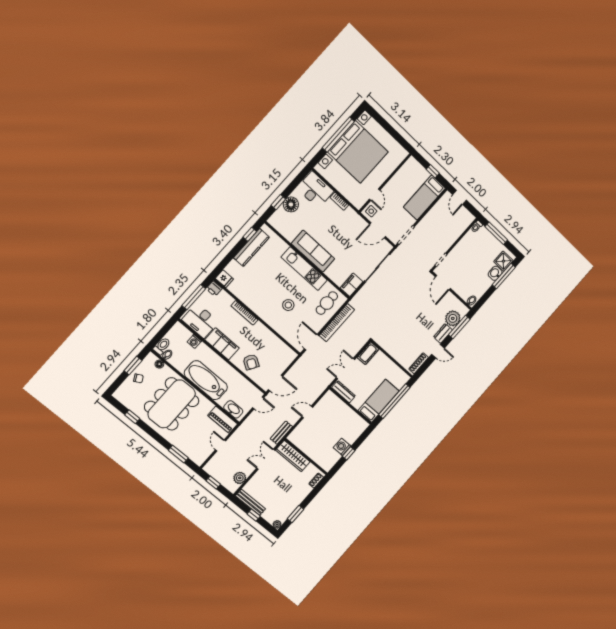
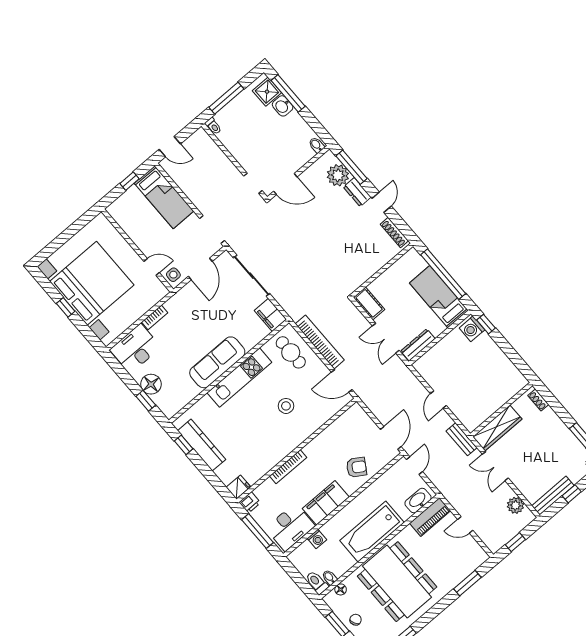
window: (338, 135) -> (66, 307), width x0.32
washing machine: (342, 447) -> (472, 329), moved
window: (349, 453) -> (486, 324), moved

